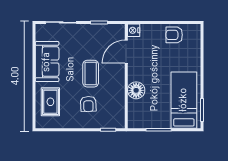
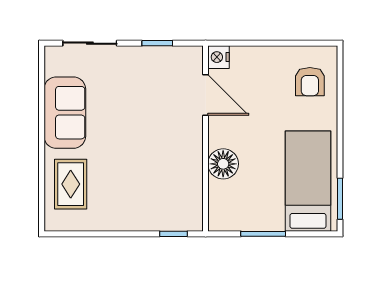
armchair: (174, 35) -> (310, 82), moved, turned -90
door: (126, 52) -> (206, 95), swing flipped
coffee table: (91, 74) -> (142, 134), removed
armchair: (88, 104) -> (138, 188), removed

